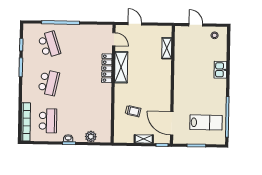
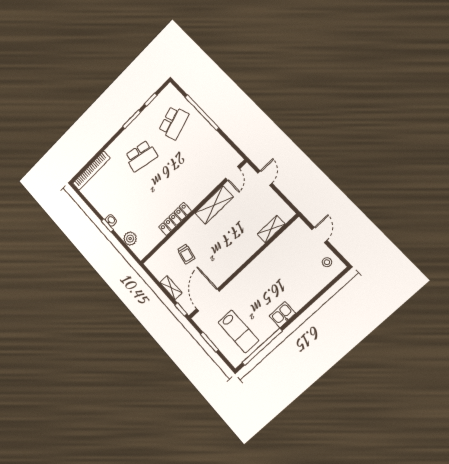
locker: (107, 68) -> (175, 219), moved
kitchen sink: (220, 70) -> (282, 315), moved
school desk: (48, 121) -> (109, 188), removed

